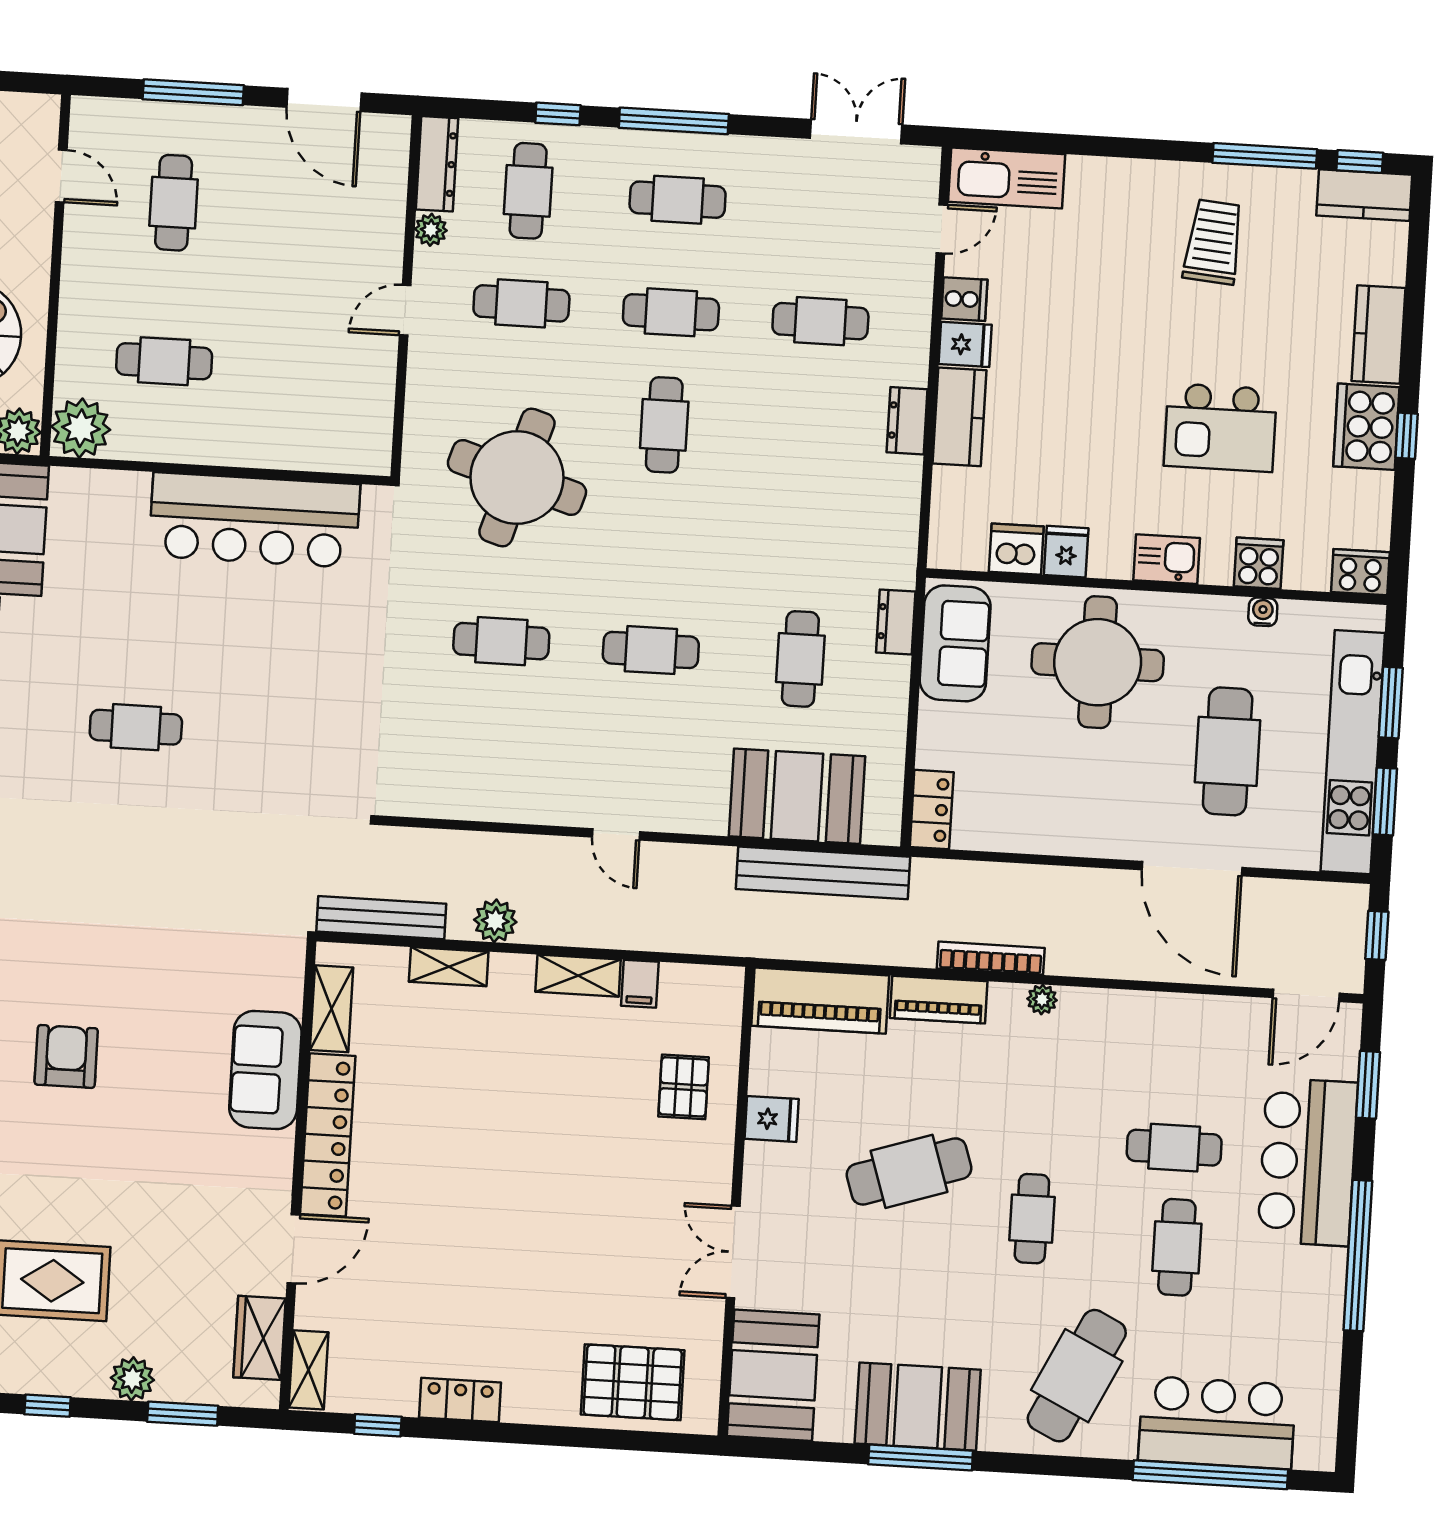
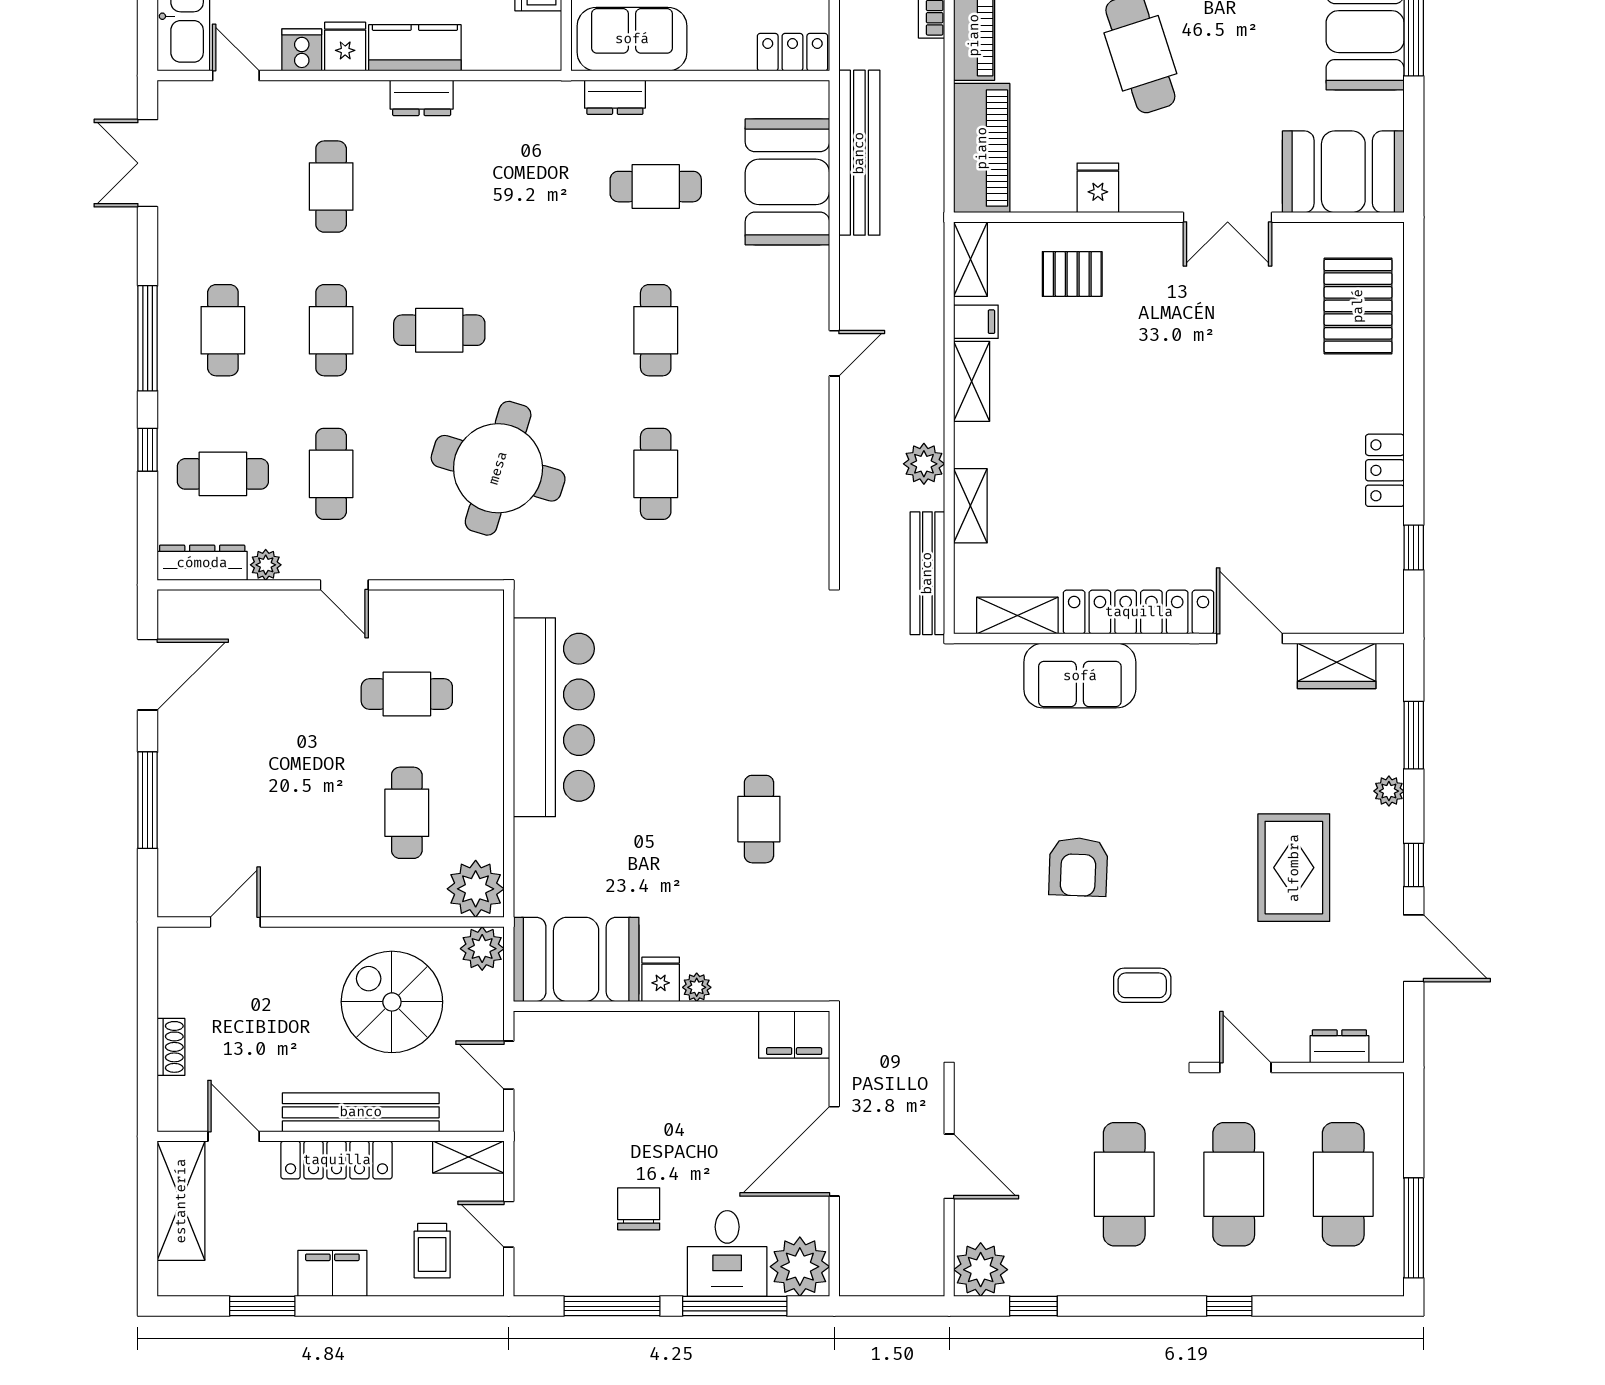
cafe table: (174, 203) -> (407, 694), moved
armchair: (66, 1056) -> (1078, 867), turned -88
shelving: (308, 1370) -> (971, 259), moved, turned 90
plant: (132, 1379) -> (1389, 791), width x0.73, depth x0.73

